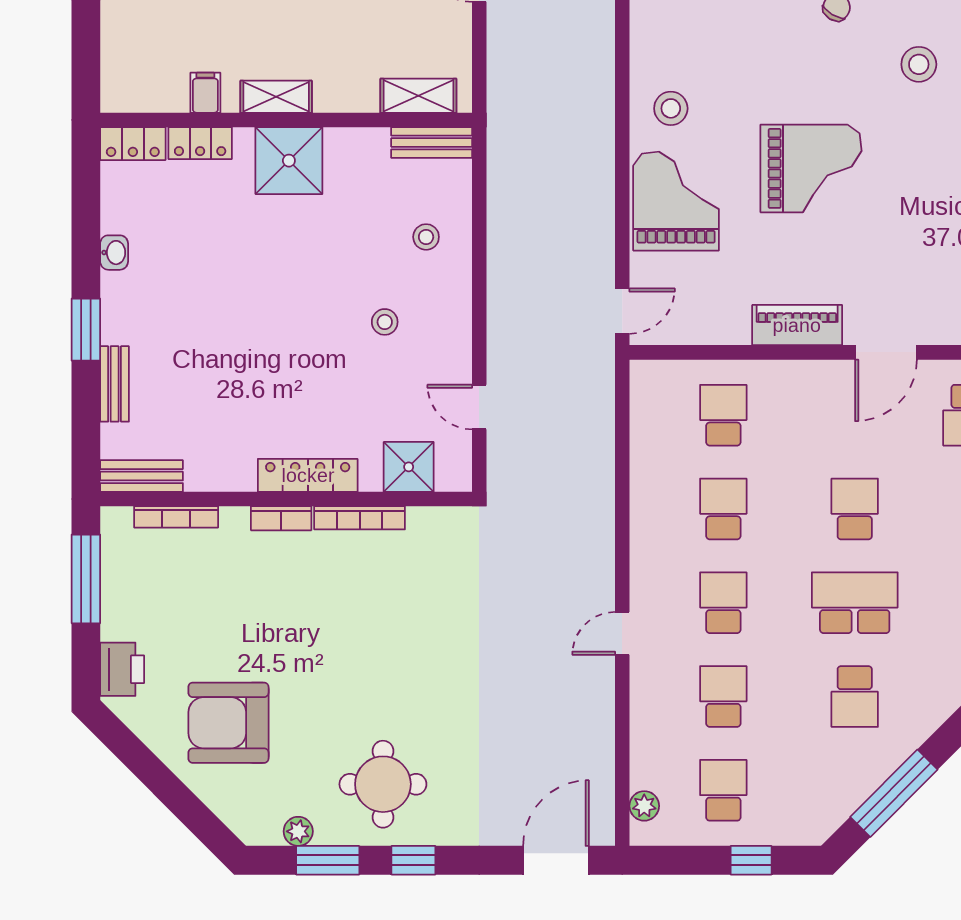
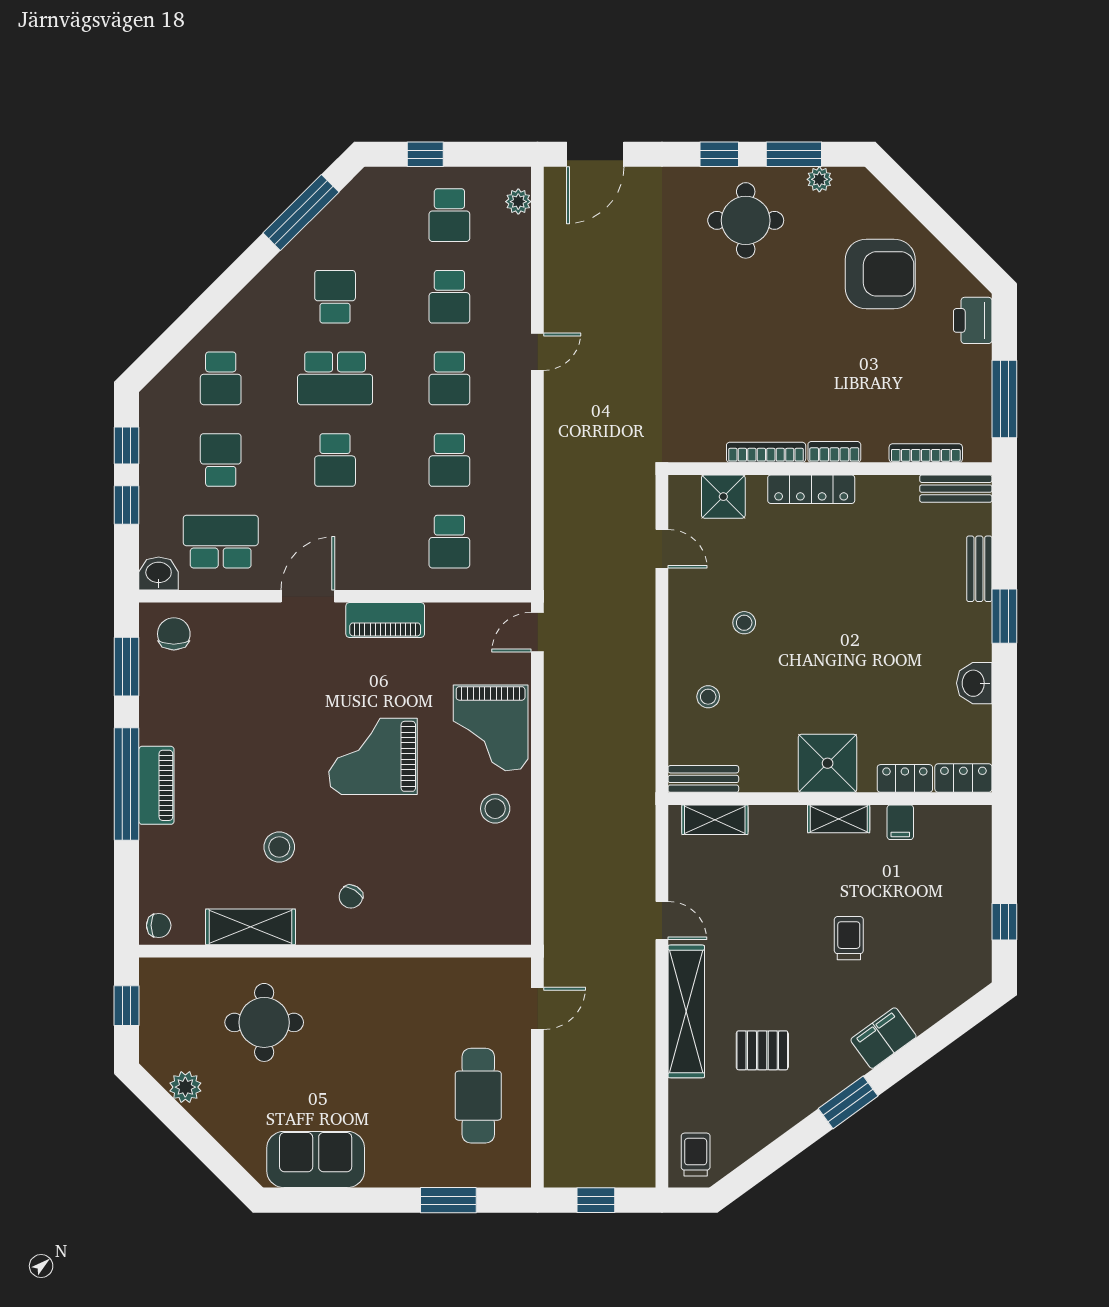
washbasin: (114, 253) -> (974, 683), width x1.38, depth x1.45

